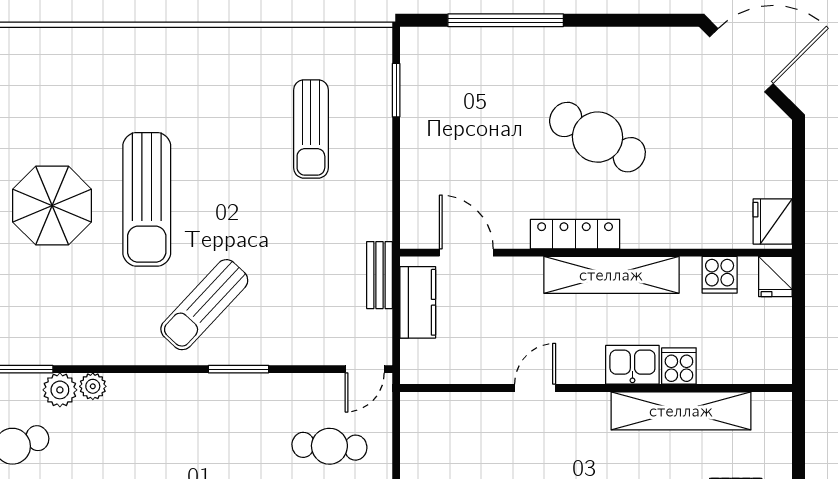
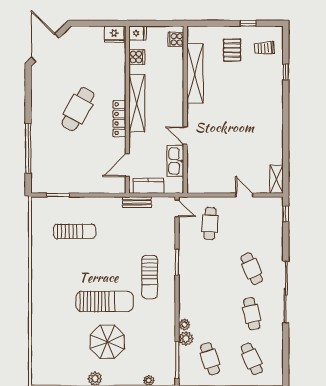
sun lounger: (204, 305) -> (150, 277), turned 47
kitchen sink: (632, 365) -> (175, 161), moved, width x1.38
cooker: (679, 366) -> (176, 39), moved

